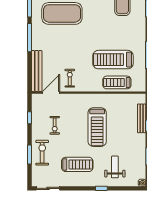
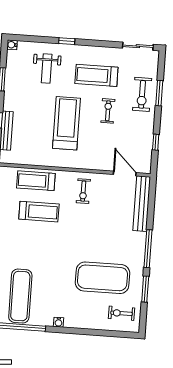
treadmill: (113, 60) -> (39, 212), width x0.73, depth x0.73
exercise bike: (70, 78) -> (83, 191), moved
treadmill: (117, 82) -> (36, 181), turned 180
door: (51, 93) -> (125, 173), swing flipped
exercise bike: (55, 125) -> (108, 111), moved

